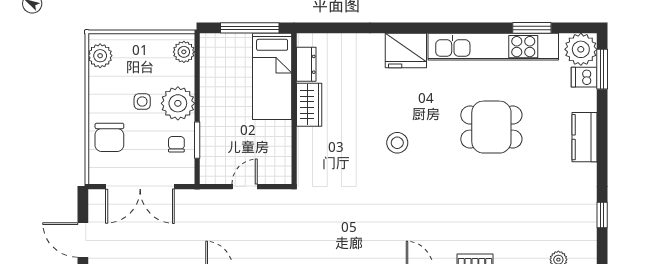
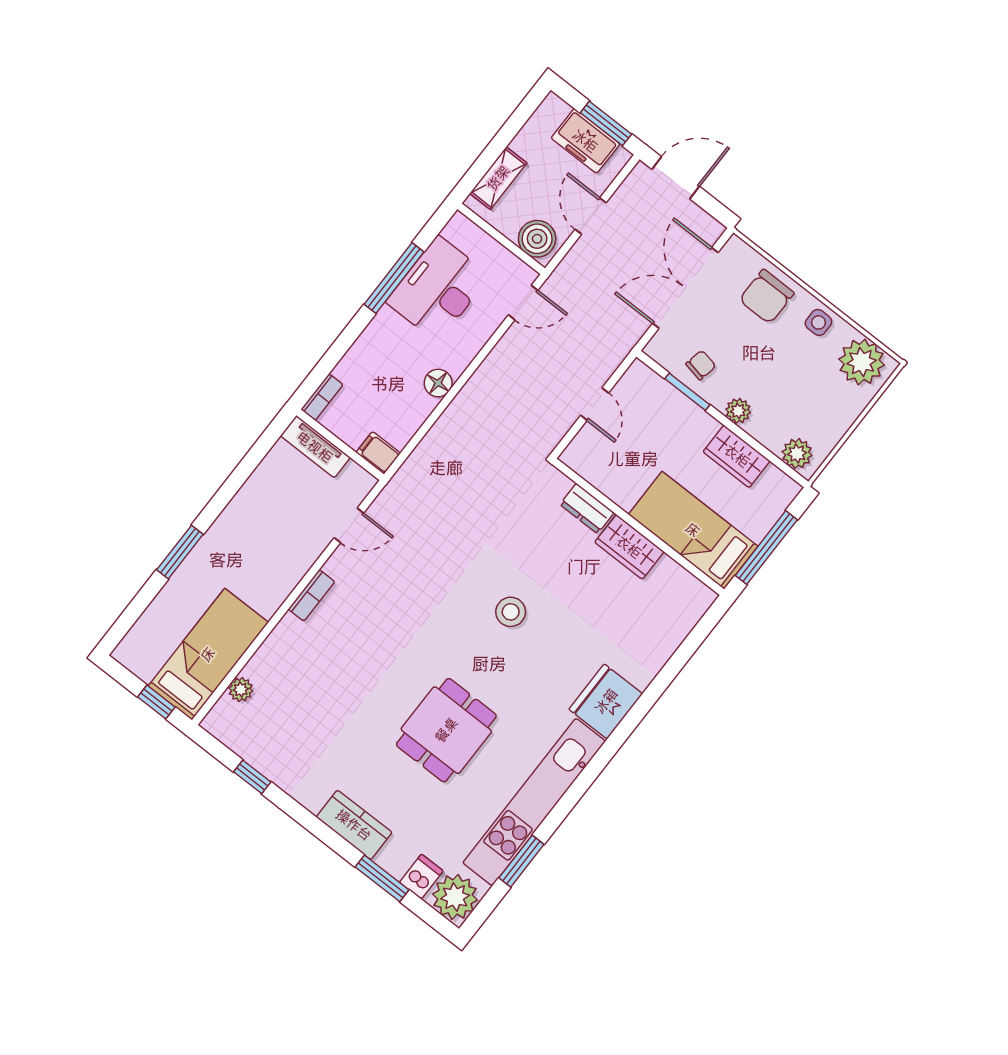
plant: (100, 56) -> (862, 362), width x1.36, depth x1.36
dresser: (306, 64) -> (587, 508), moved
window: (602, 69) -> (382, 878), moved
wardrobe: (212, 84) -> (737, 456), added
side table: (142, 102) -> (818, 322), moved
plant: (178, 103) -> (738, 411), width x0.53, depth x0.53
chair: (109, 137) -> (767, 296), turned -90
chair: (176, 144) -> (701, 365), turned -79

